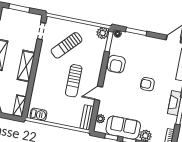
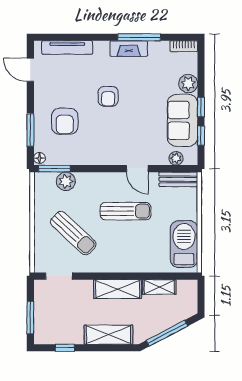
plant: (103, 33) -> (66, 181), moved
armchair: (116, 64) -> (65, 121), moved, turned 90
shelving: (20, 106) -> (159, 287), moved
barbecue: (38, 115) -> (184, 244), width x1.88, depth x1.53

